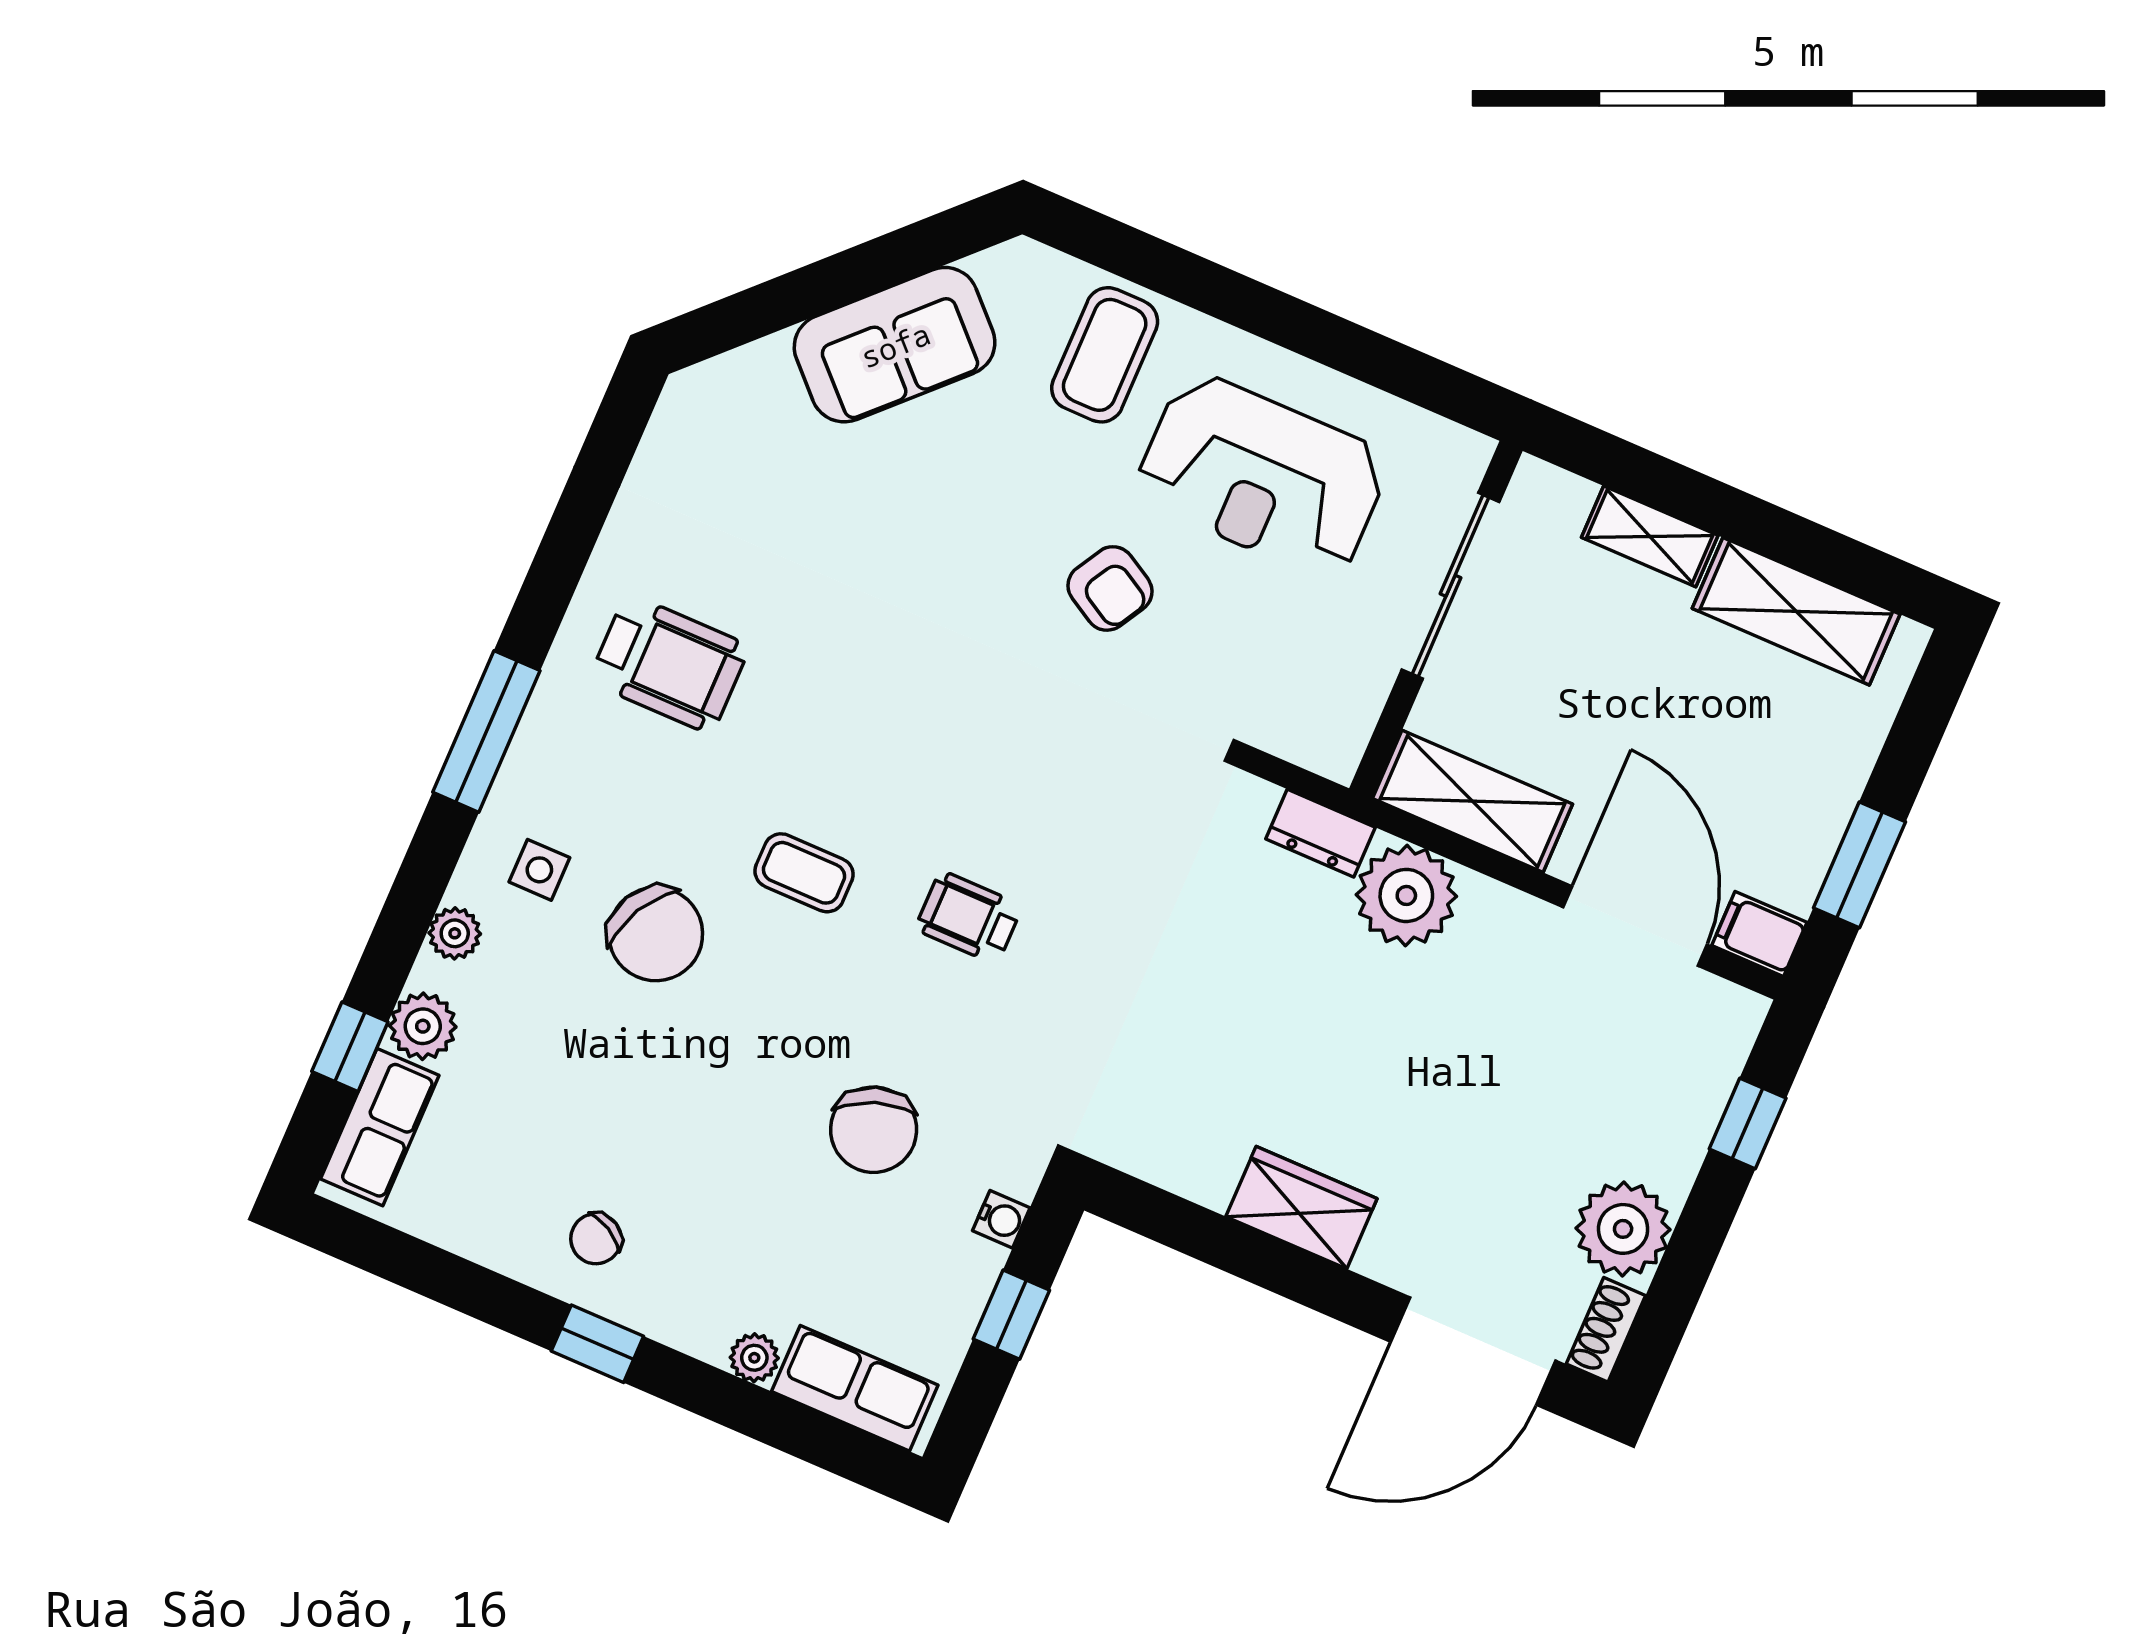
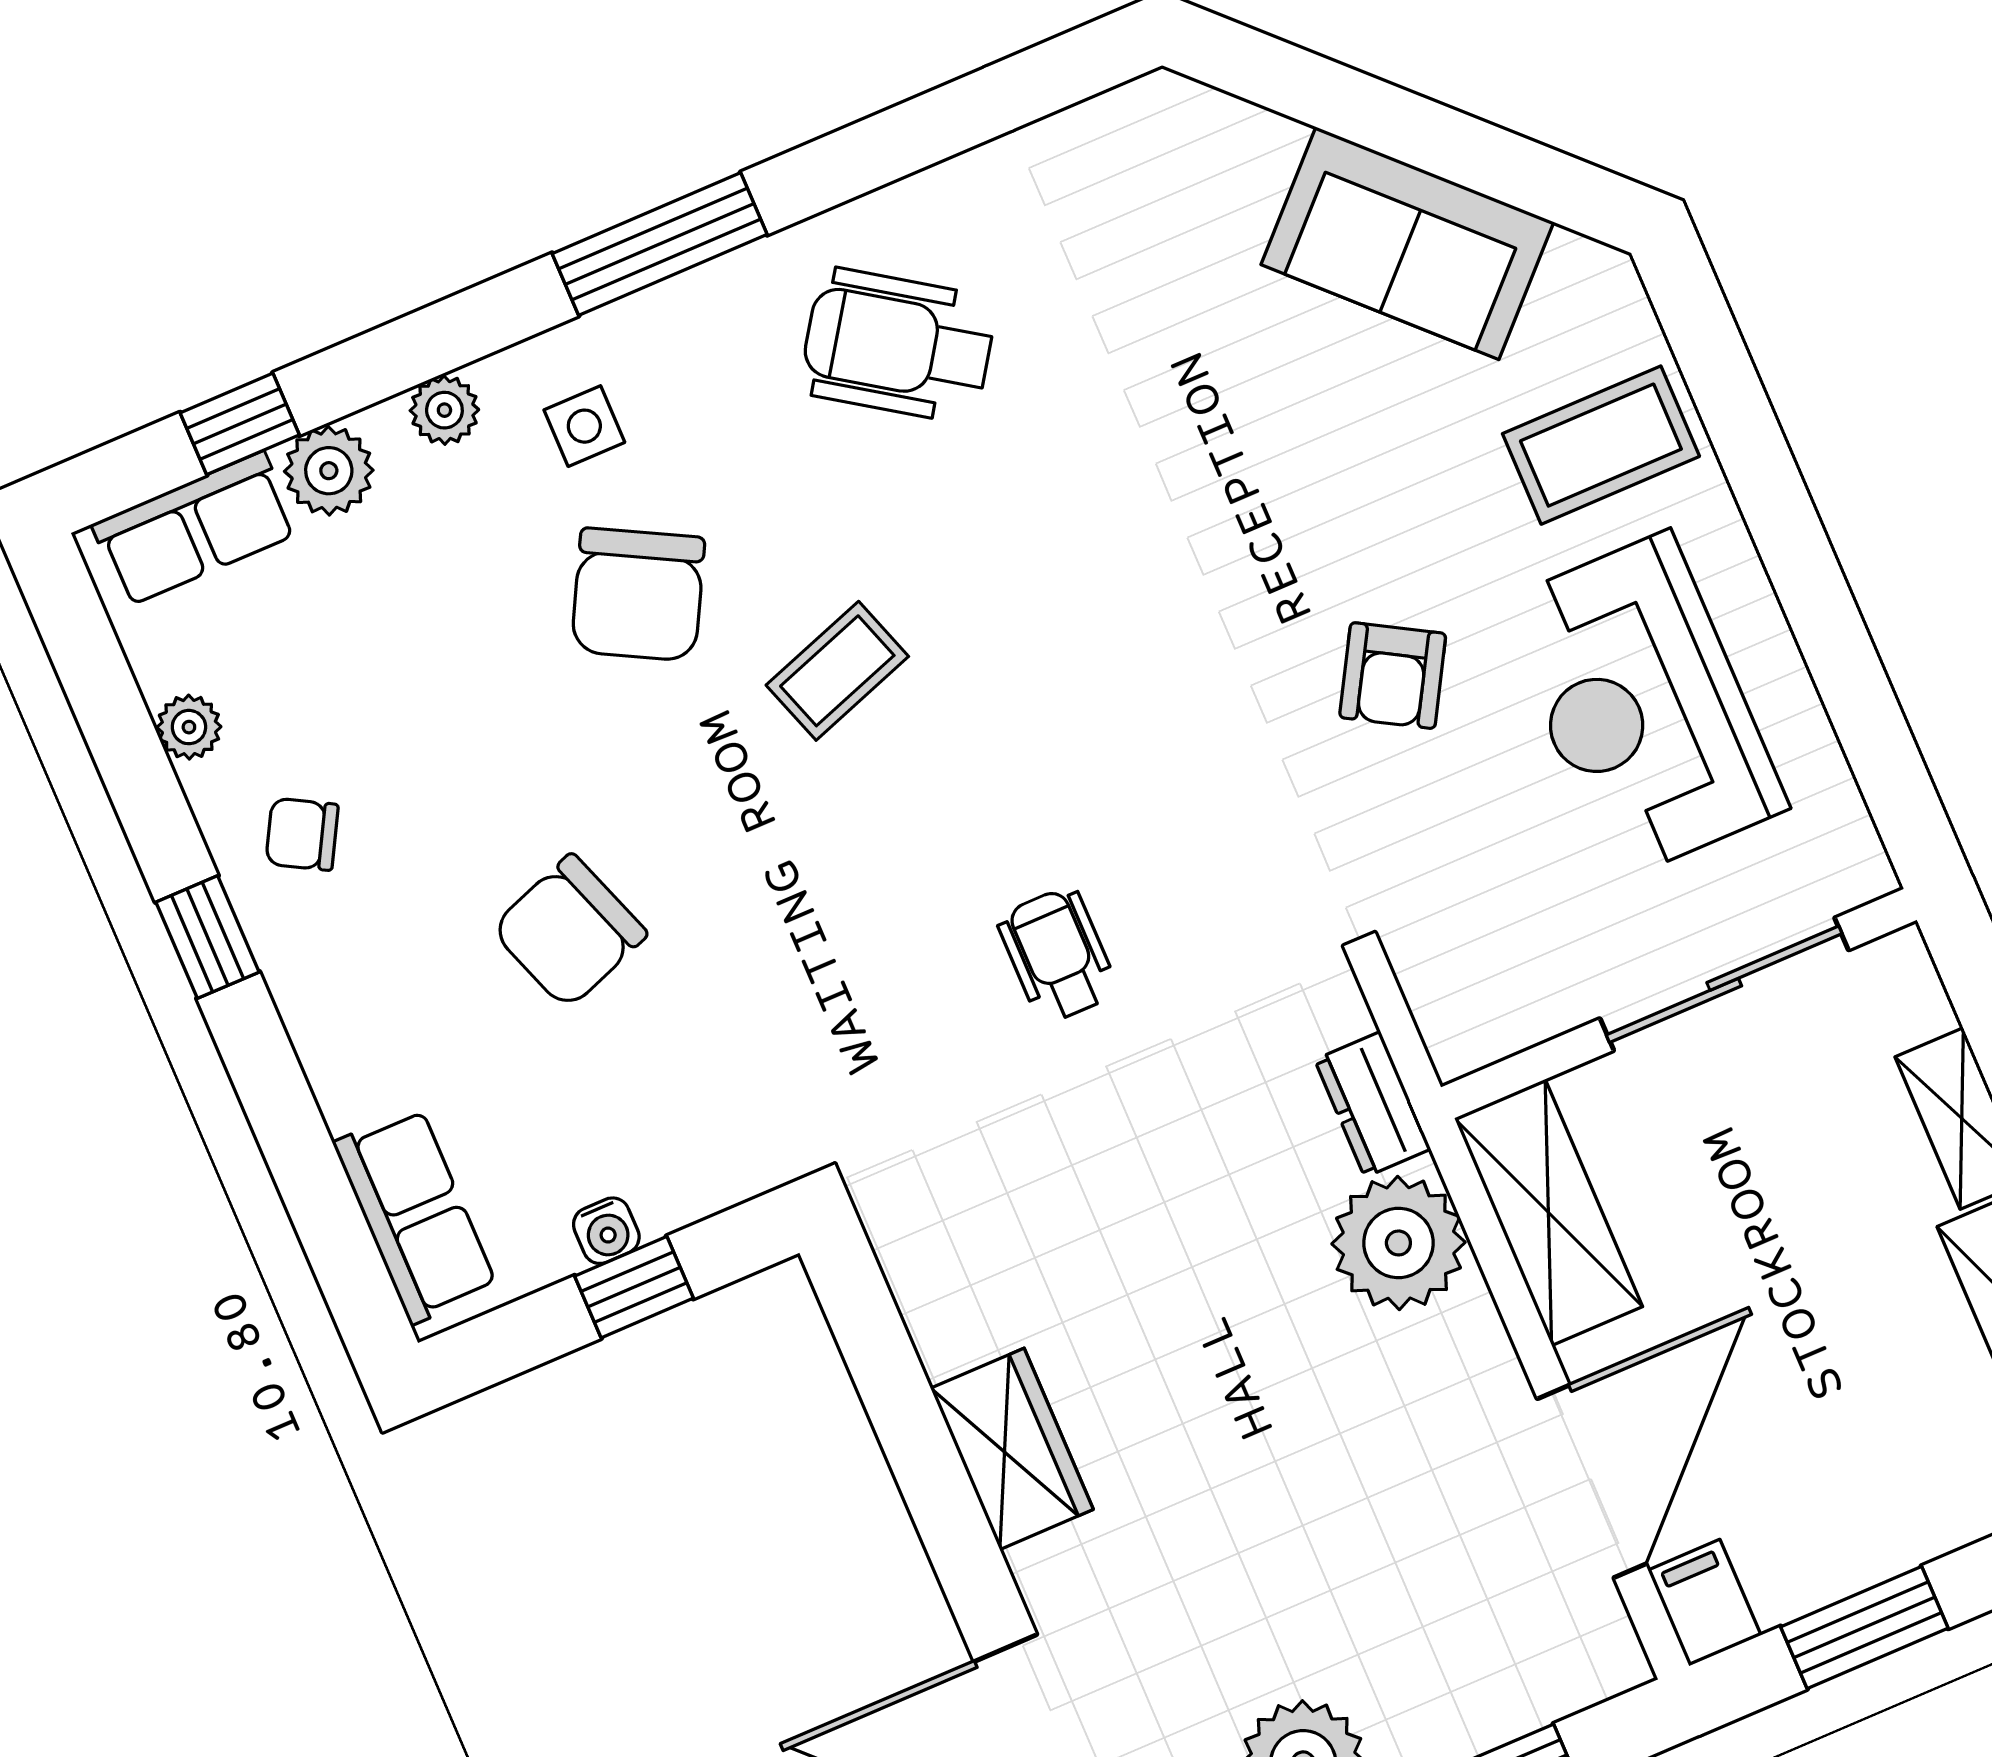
wheelchair: (669, 664) -> (898, 345), turned 124
coffee table: (804, 873) -> (837, 671), turned 71
wheelchair: (969, 917) -> (1058, 955), moved
chair: (874, 1130) -> (569, 931), moved
water cooler: (1001, 1219) -> (606, 1231), moved
plant: (754, 1358) -> (189, 727), moved

